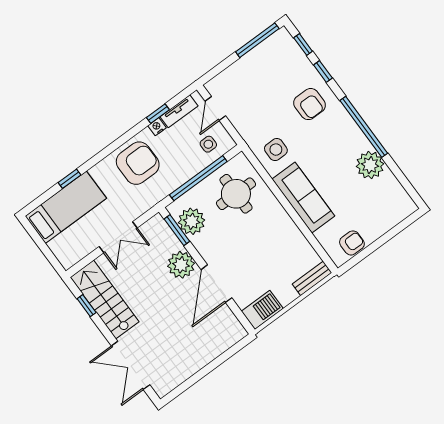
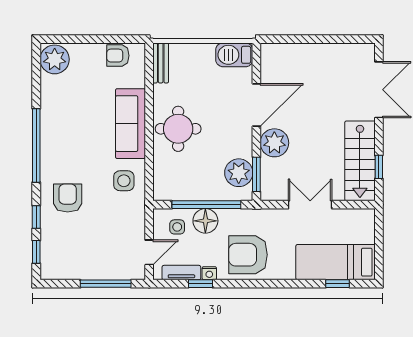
window: (257, 40) -> (106, 284), moved
floor lamp: (190, 165) -> (205, 221), added
plant: (370, 165) -> (55, 59), moved
window: (70, 179) -> (338, 284), moved
round table: (236, 194) -> (178, 129), moved
bench: (312, 278) -> (161, 63), moved, turned 90

